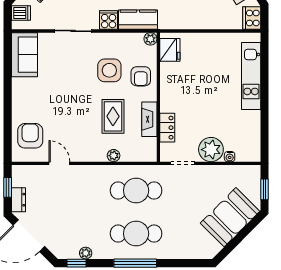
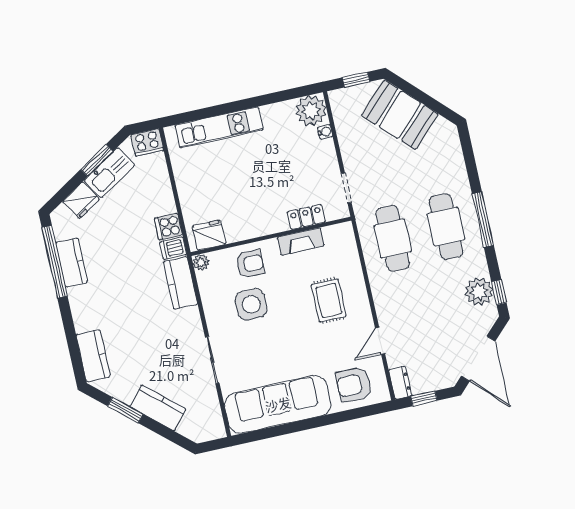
dishwasher: (21, 13) -> (173, 248), moved, turned -90
cooker: (109, 20) -> (168, 227), moved
sofa: (24, 55) -> (278, 404), width x1.85, depth x1.27
rug: (113, 116) -> (329, 300), moved, turned 90
plant: (211, 150) -> (311, 111), moved
plant: (114, 156) -> (356, 276), removed
dresser: (18, 200) -> (400, 383), moved, turned 90
plant: (86, 253) -> (479, 292), width x1.88, depth x1.88

